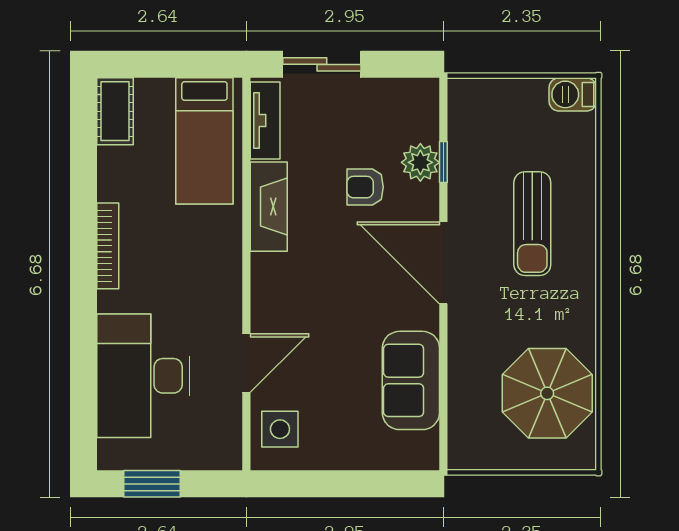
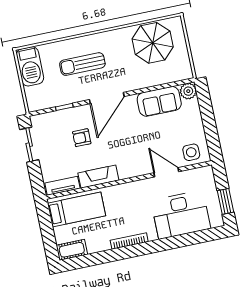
sliding door: (322, 64) -> (29, 145), moved
barbecue: (573, 94) -> (30, 66), width x1.88, depth x1.53
plant: (420, 162) -> (188, 91), moved
armchair: (365, 187) -> (82, 138), turned 90
sun lounger: (532, 224) -> (82, 64), turned 180

